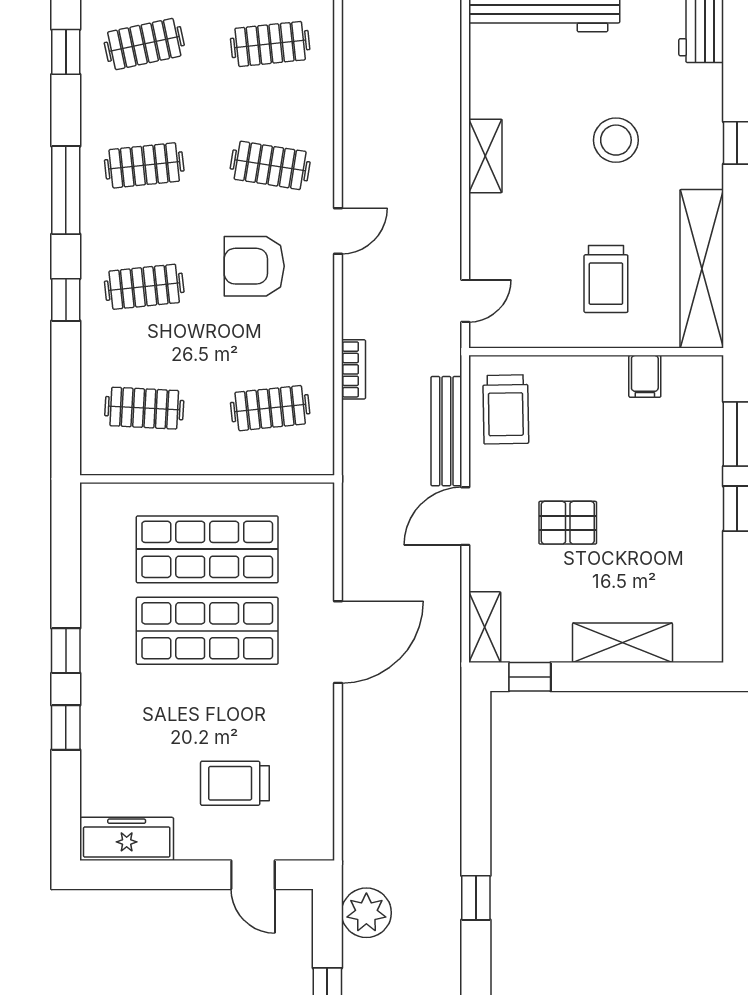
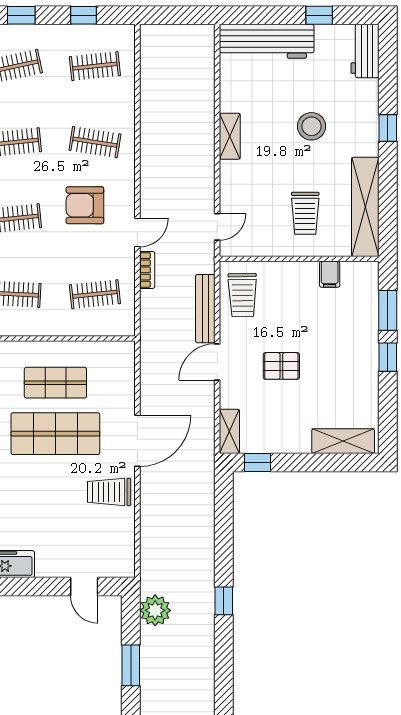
door: (338, 231) -> (137, 233), moved
shop shelf: (207, 549) -> (55, 383), width x0.70, depth x0.74
shelving: (622, 643) -> (343, 441), moved
trolley: (235, 783) -> (109, 492), moved

